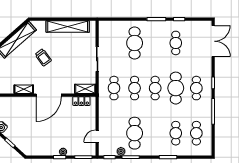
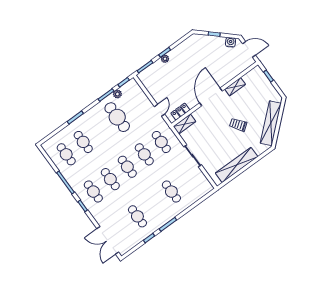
cafe table: (135, 43) -> (171, 192), width x0.73, depth x0.74
cafe table: (176, 88) -> (110, 179), width x0.73, depth x0.74
door: (97, 136) -> (159, 110), moved

